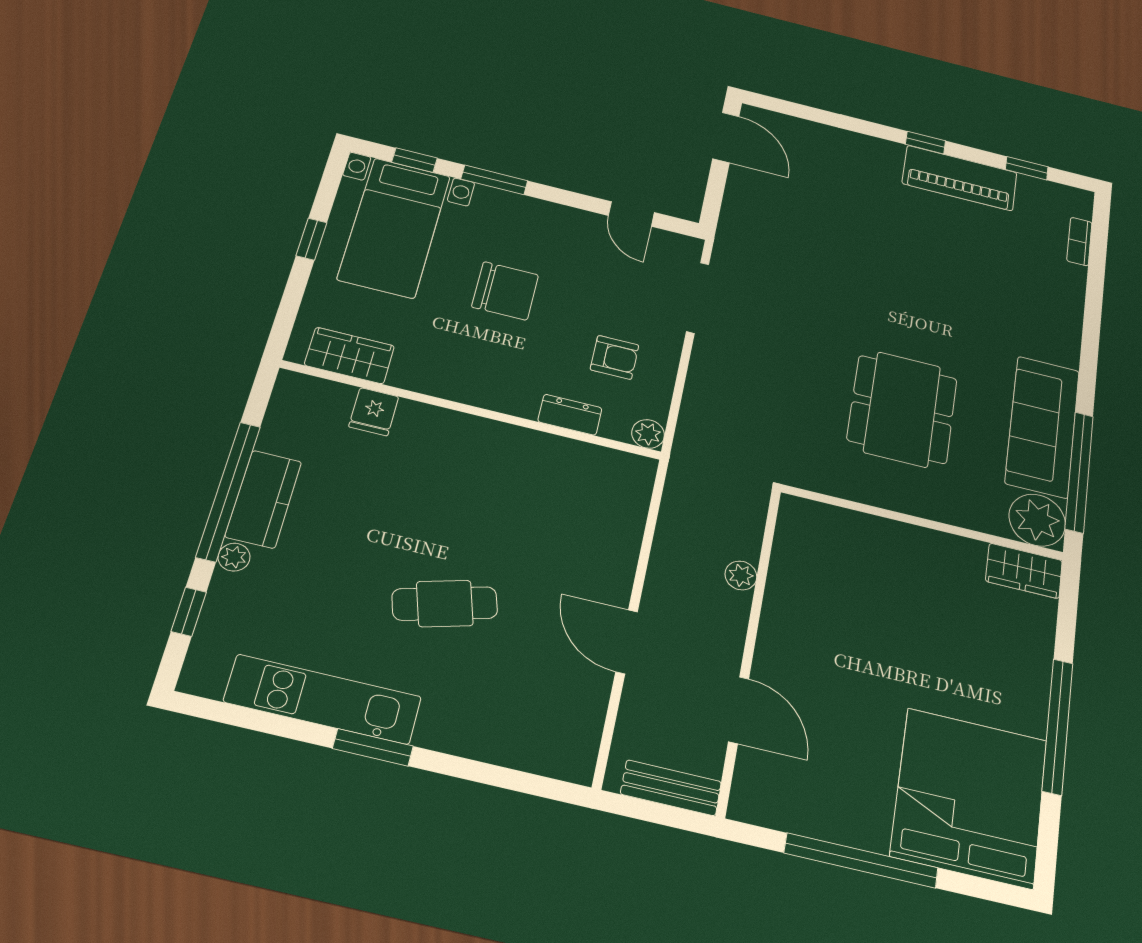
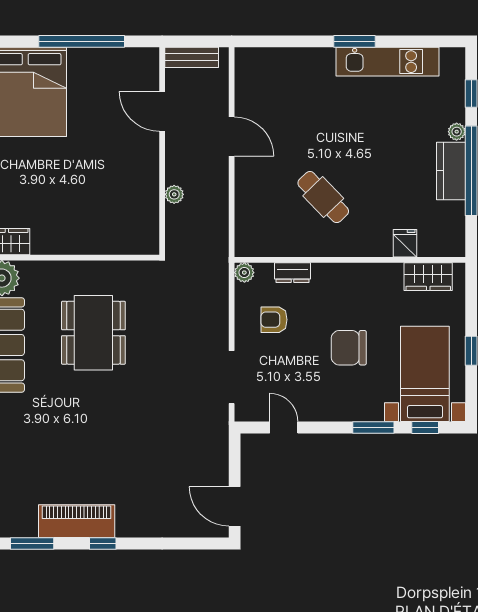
window: (1027, 168) -> (32, 543), width x1.50
cafe table: (445, 604) -> (323, 197), moved, turned 62

